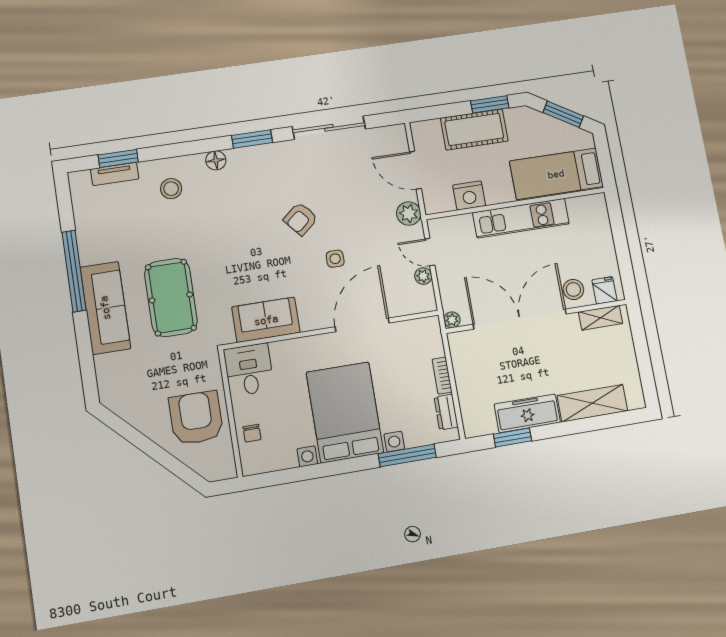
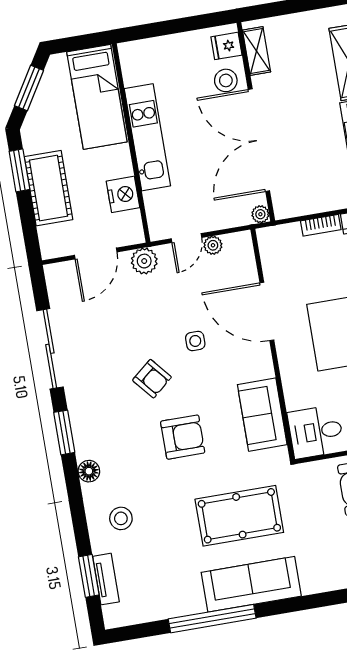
armchair: (246, 246) -> (183, 437), added

